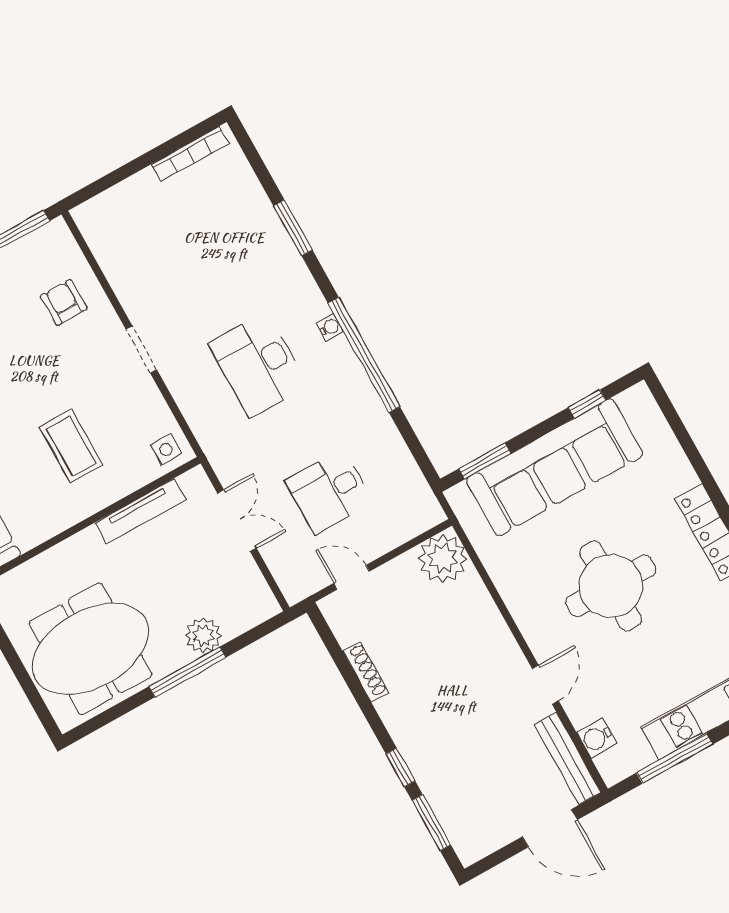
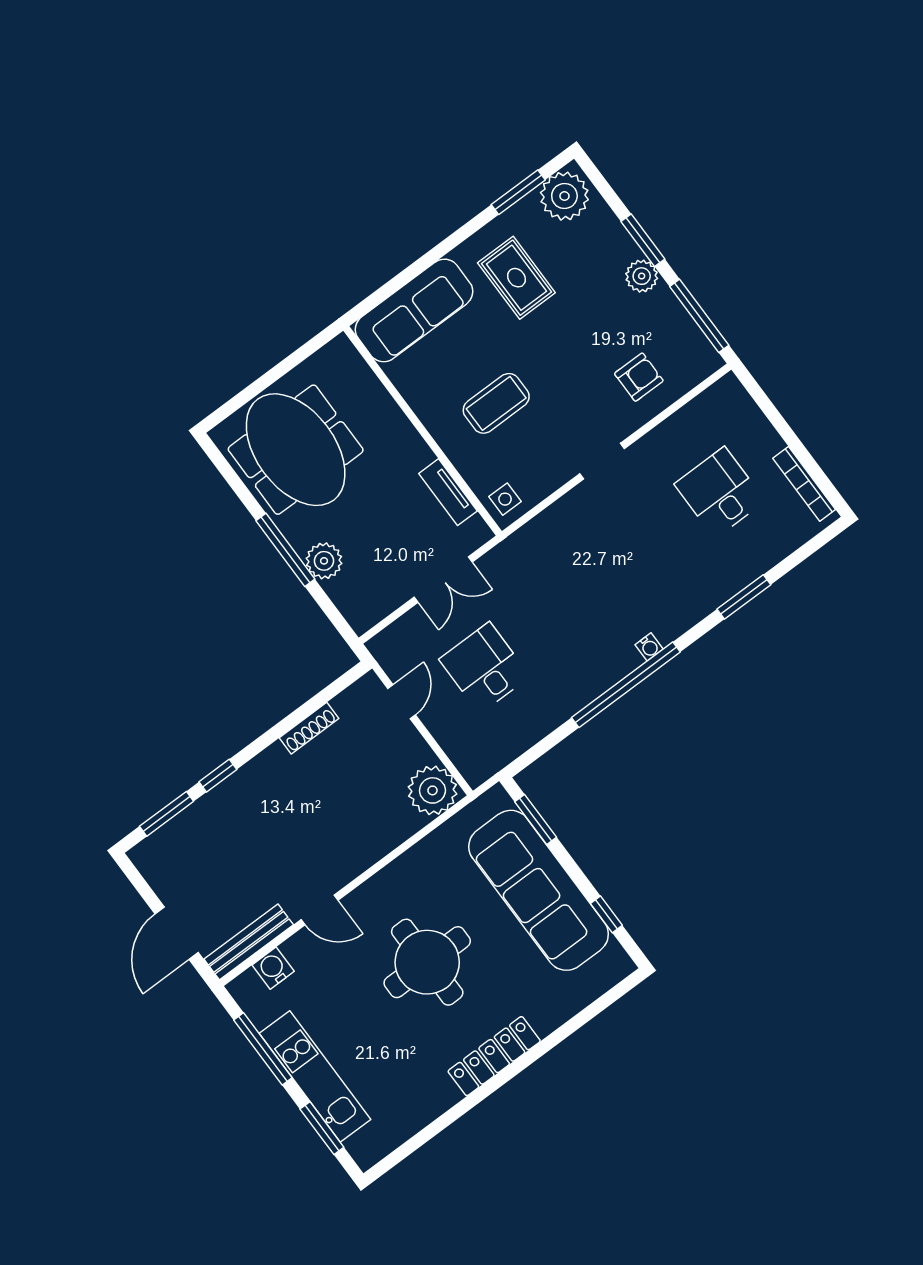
desk: (258, 365) -> (720, 493), moved, width x0.73
tv unit: (140, 511) -> (448, 492), width x0.71

